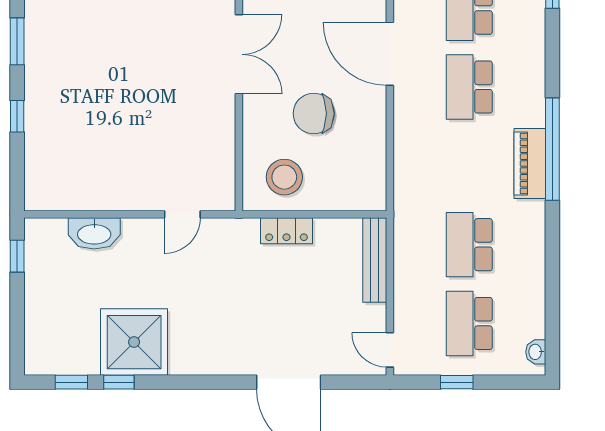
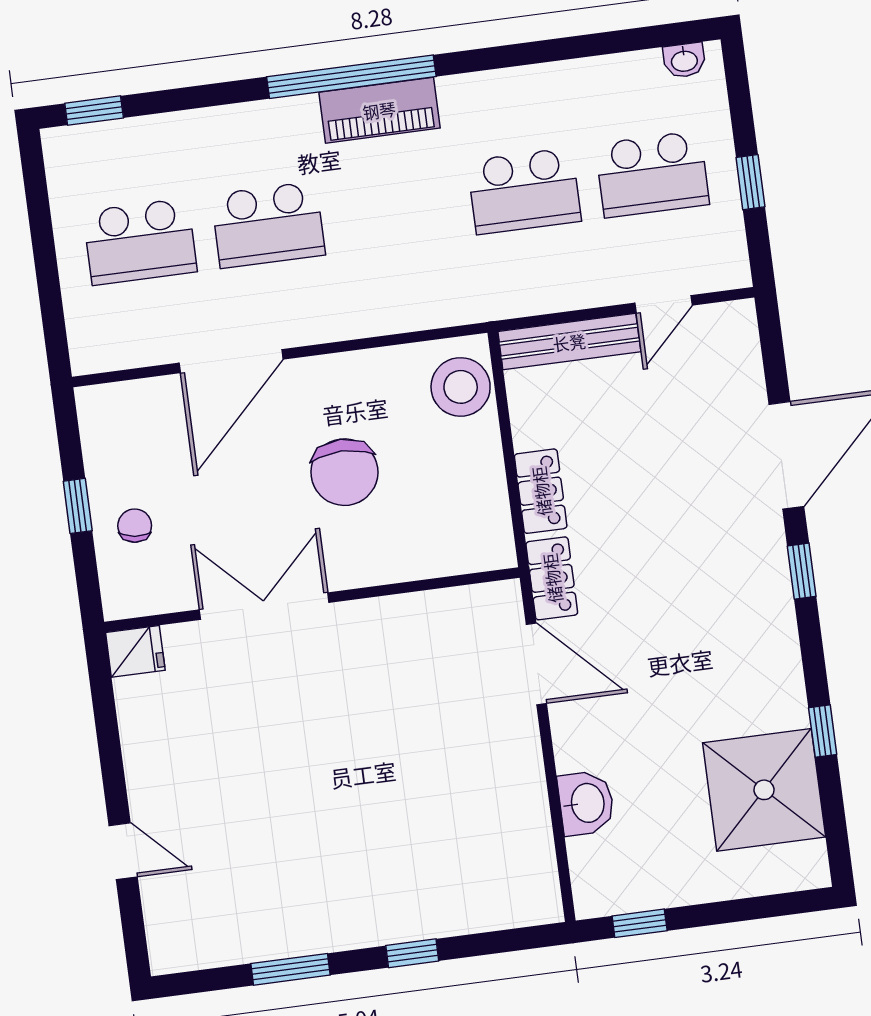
stool: (284, 177) -> (461, 387), moved
door: (182, 214) -> (536, 664), width x1.38
locker: (233, 230) -> (552, 578), added
washbasin: (94, 233) -> (586, 803), width x0.72
shower: (134, 342) -> (764, 790), moved
door: (390, 350) -> (663, 304), moved
window: (71, 382) -> (802, 571), moved

